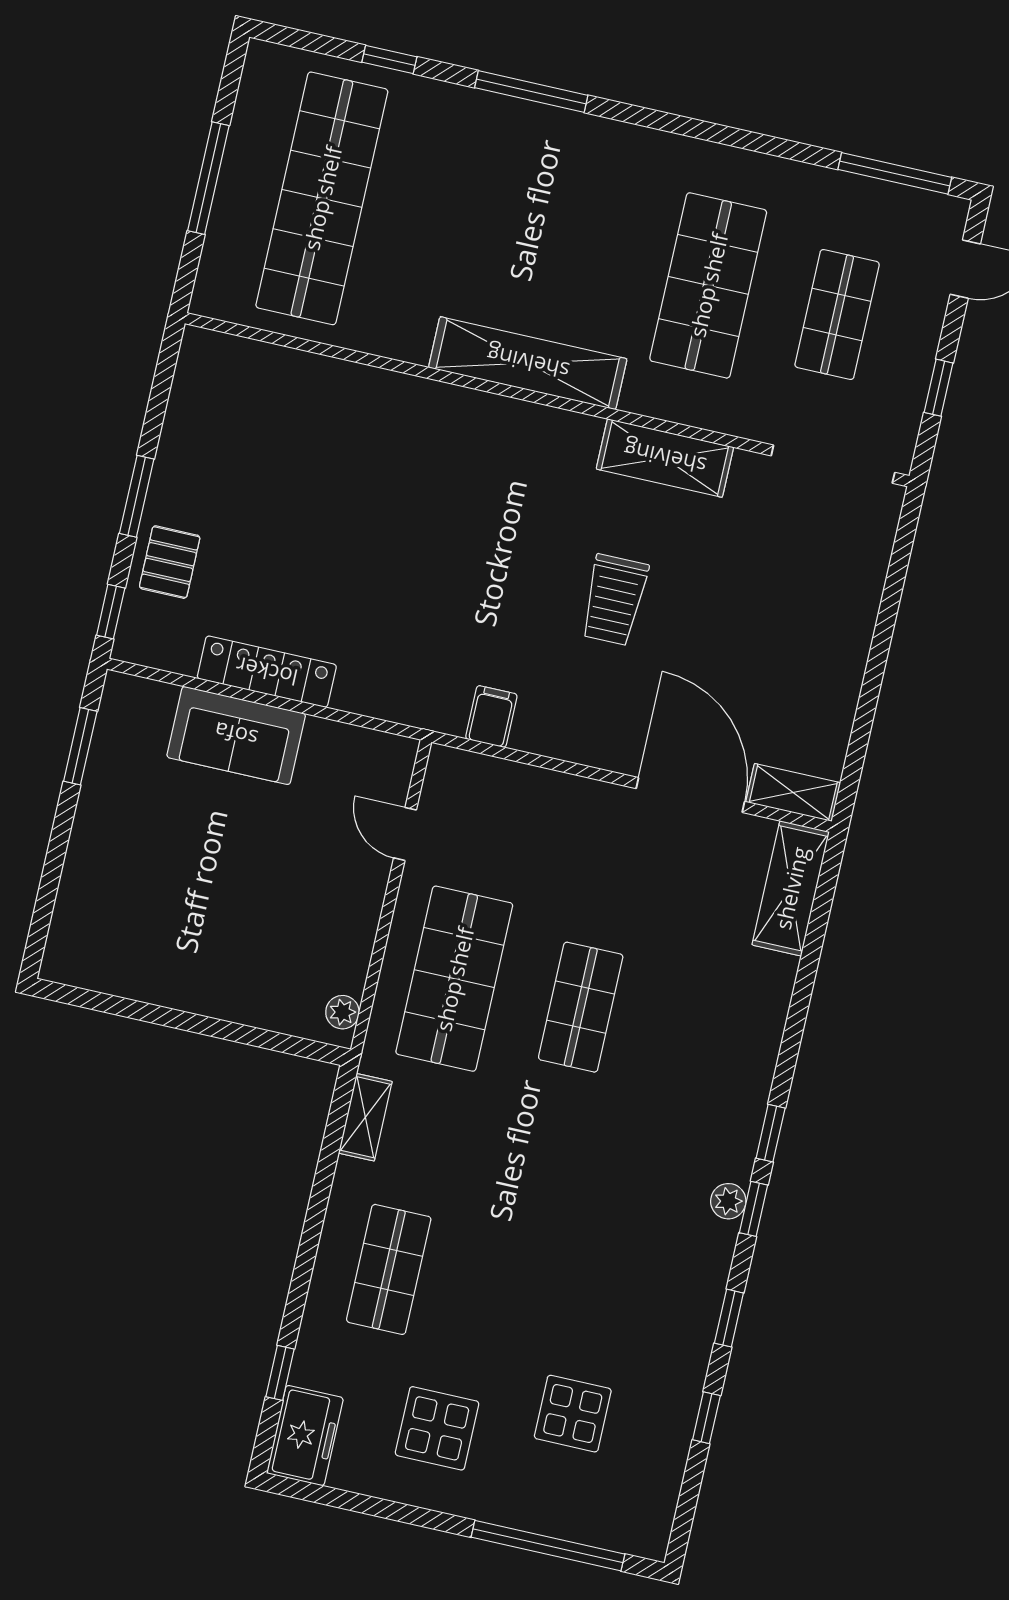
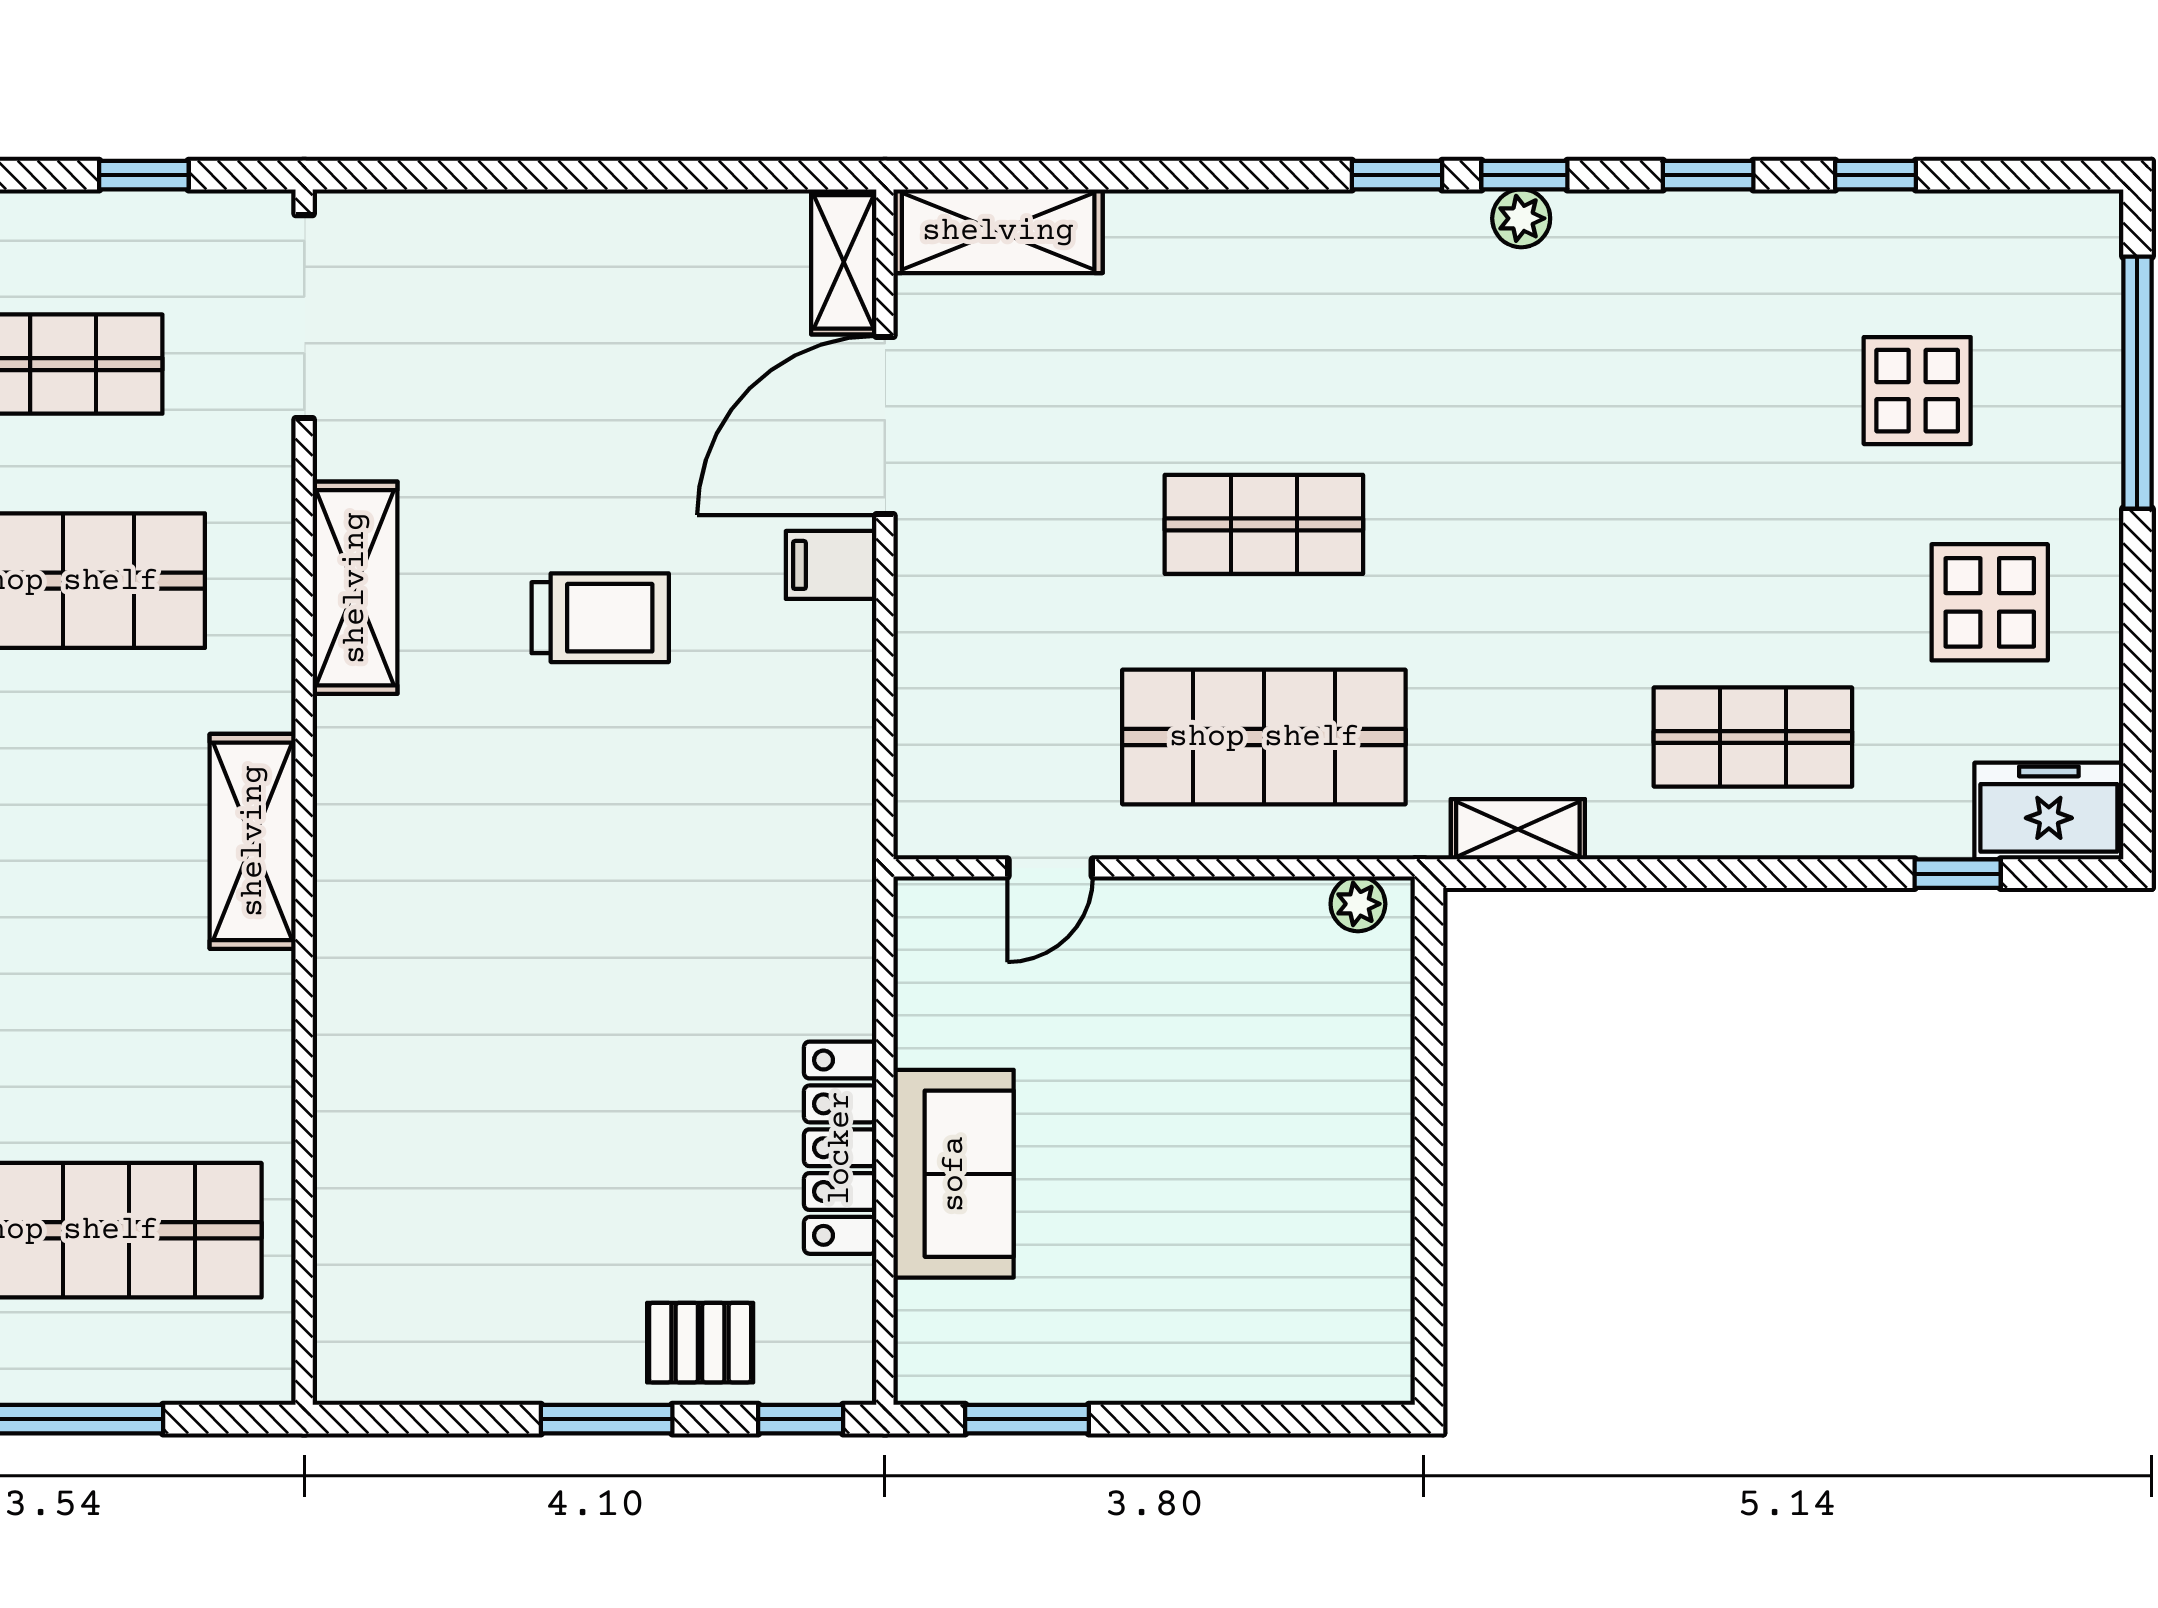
shelving: (528, 363) -> (253, 841), width x0.68
filing cabinet: (491, 717) -> (831, 565), moved

